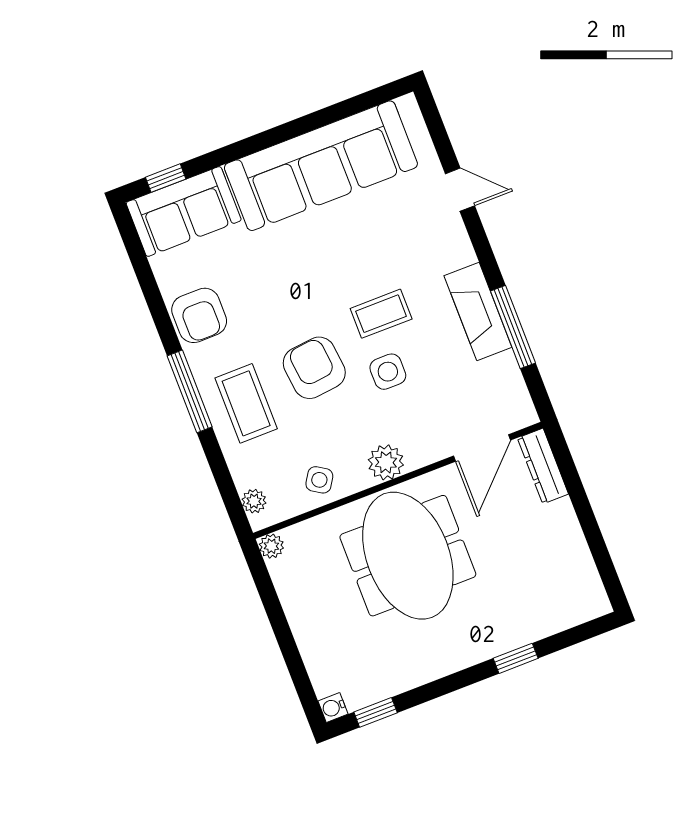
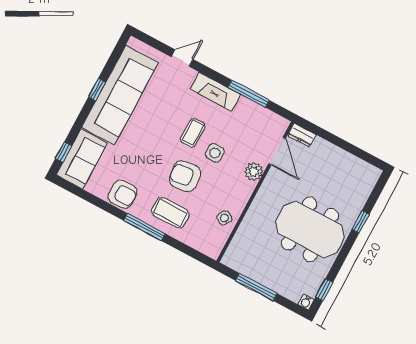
window: (294, 128) -> (97, 90), added
fireplace: (478, 311) -> (215, 92), moved
plant: (386, 462) -> (254, 172), moved
dresser: (543, 466) -> (302, 135), width x0.70
plant: (254, 501) -> (206, 248), removed
plant: (271, 546) -> (228, 260), removed
meeting table: (408, 556) -> (310, 229), moved
window: (279, 622) -> (256, 287), added

